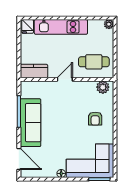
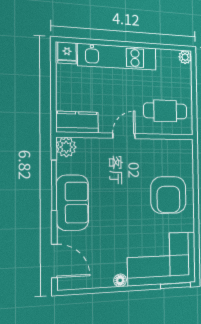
plant: (103, 87) -> (66, 147), moved
armchair: (95, 119) -> (168, 195), width x1.88, depth x1.88
sofa: (30, 123) -> (72, 203), width x0.73

